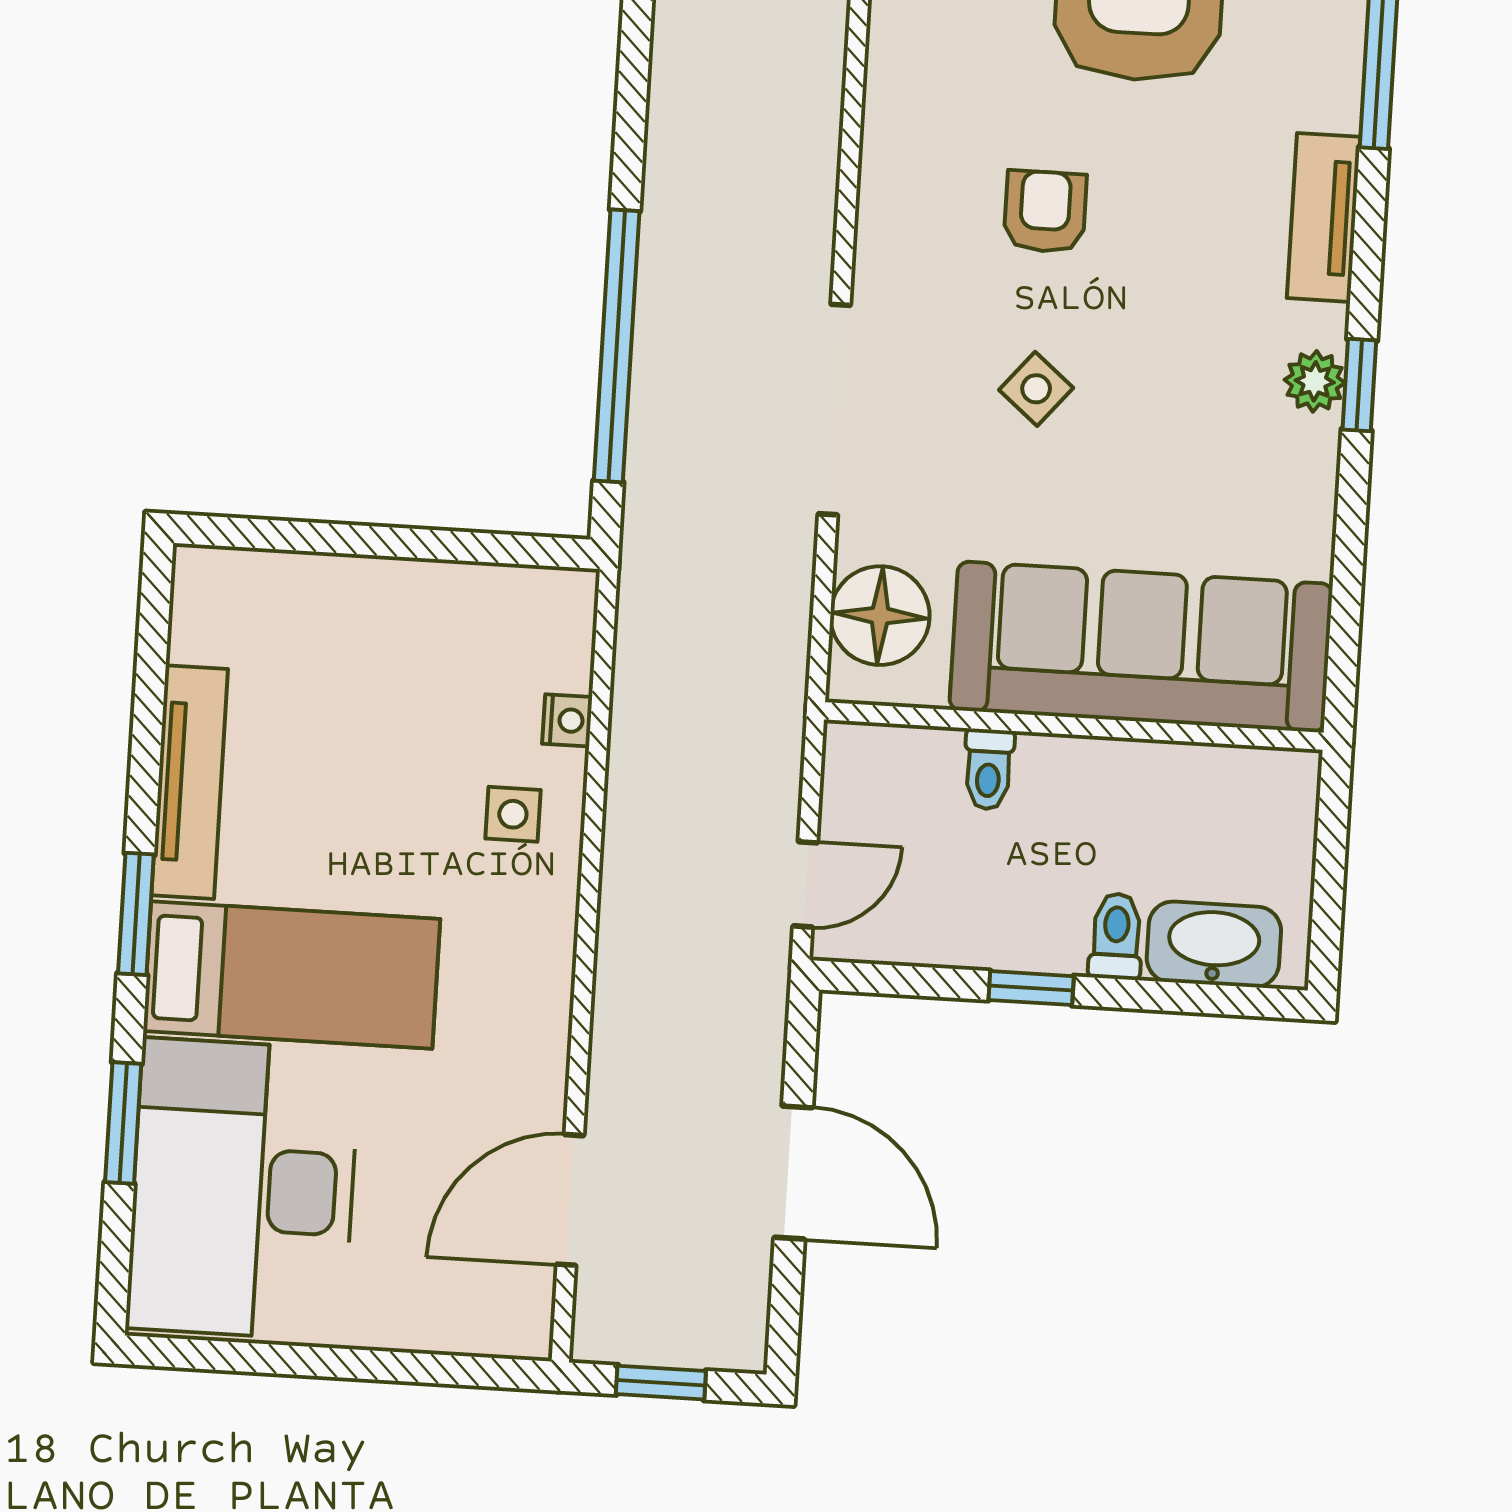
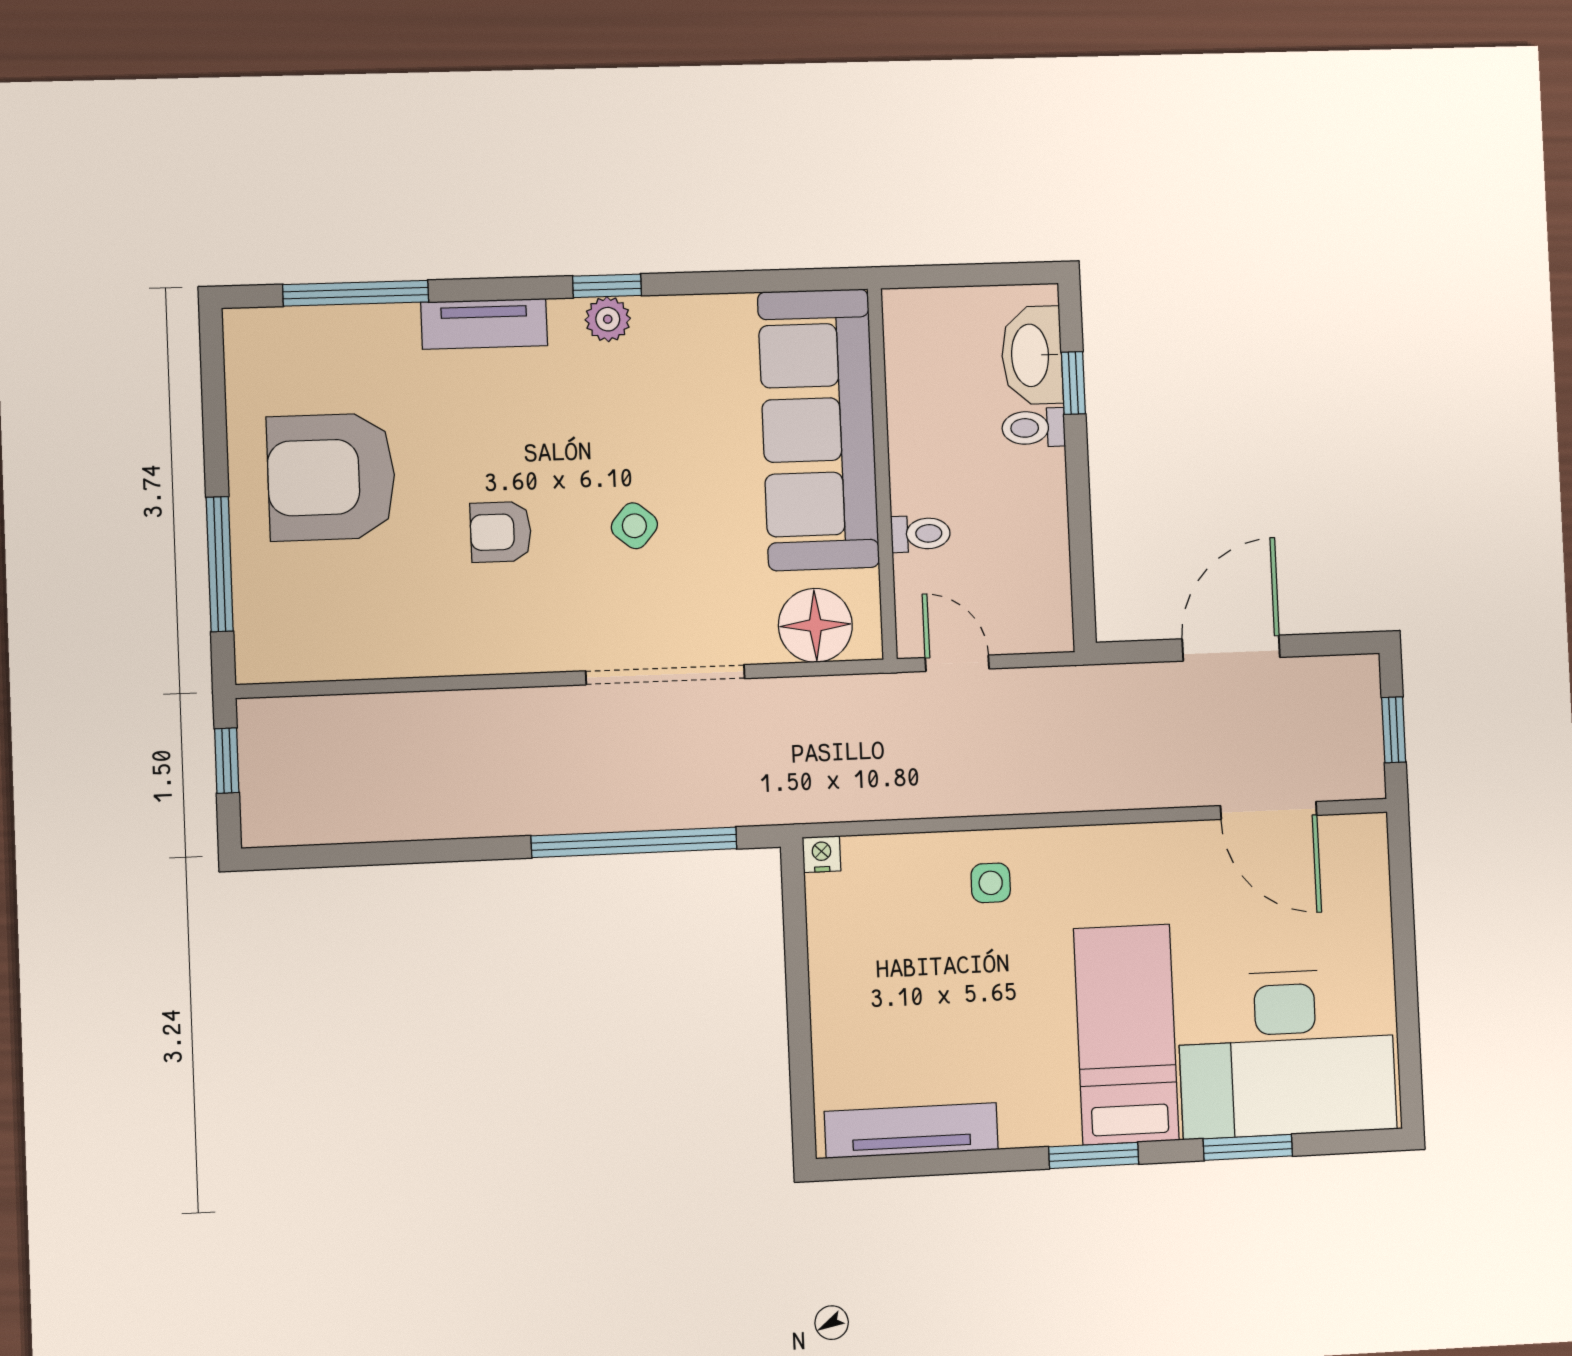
nightstand: (567, 720) -> (822, 854), moved
tv unit: (190, 782) -> (911, 1130), moved
door: (805, 884) -> (957, 663), moved
window: (1031, 988) -> (1073, 383), moved

